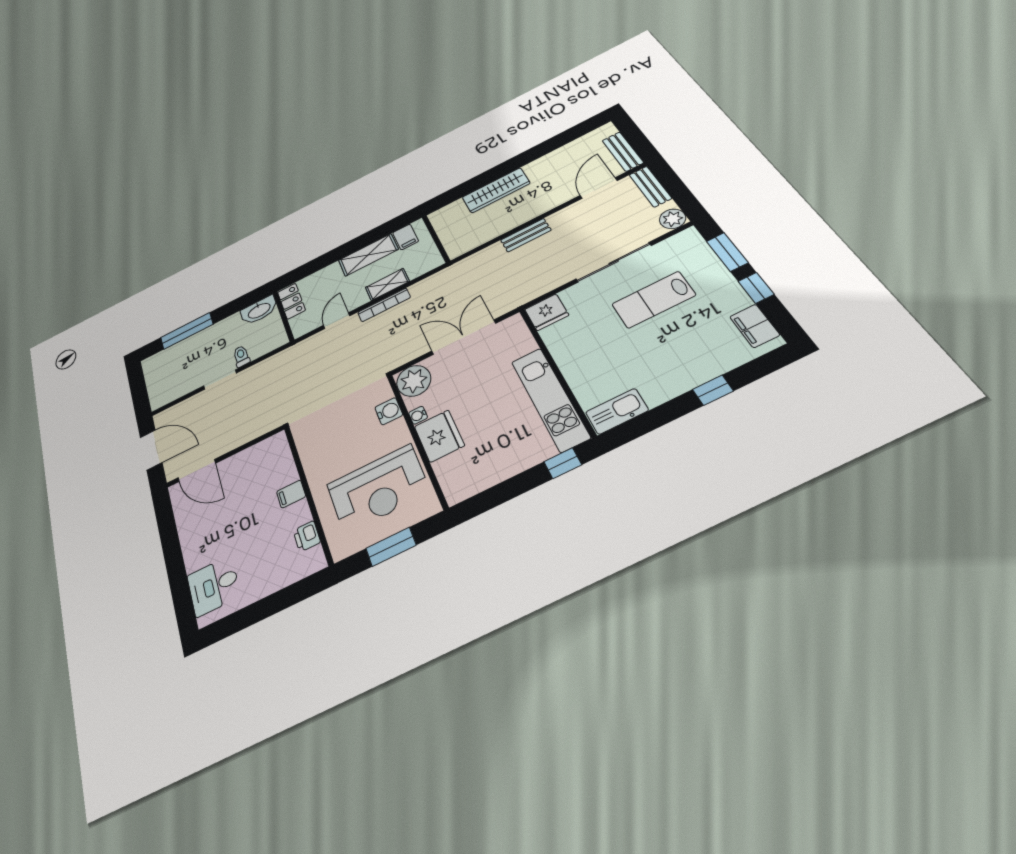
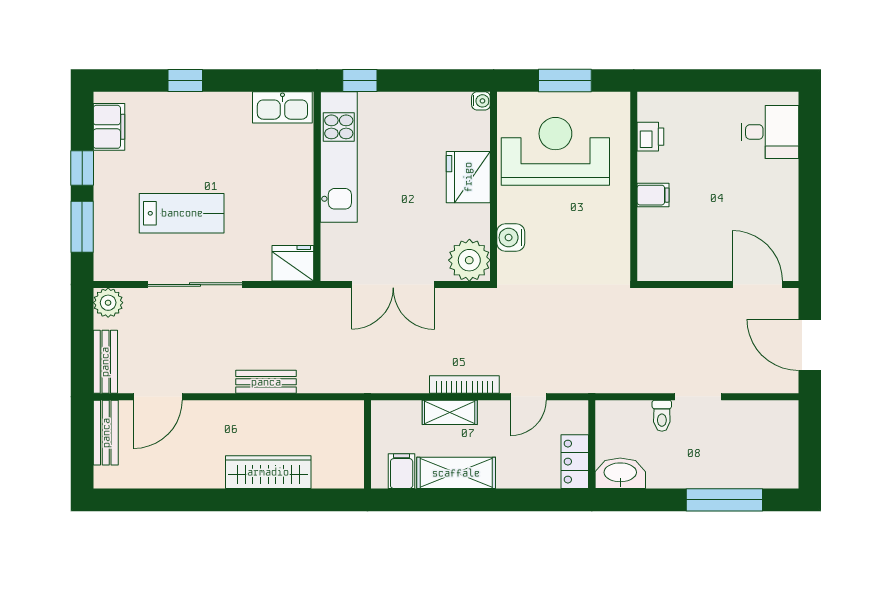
water cooler: (418, 415) -> (481, 101), moved

